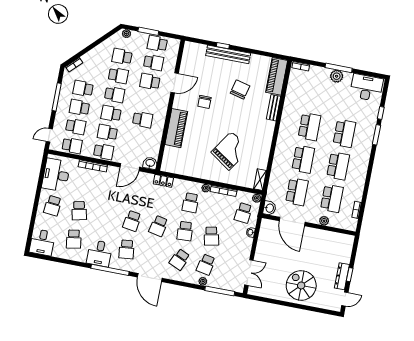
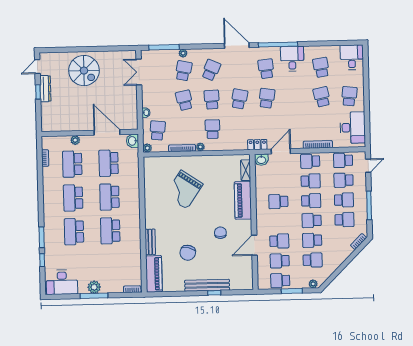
school desk: (157, 44) -> (280, 281), turned 180
shelving: (260, 180) -> (246, 170), moved
locker: (163, 181) -> (257, 145), moved

